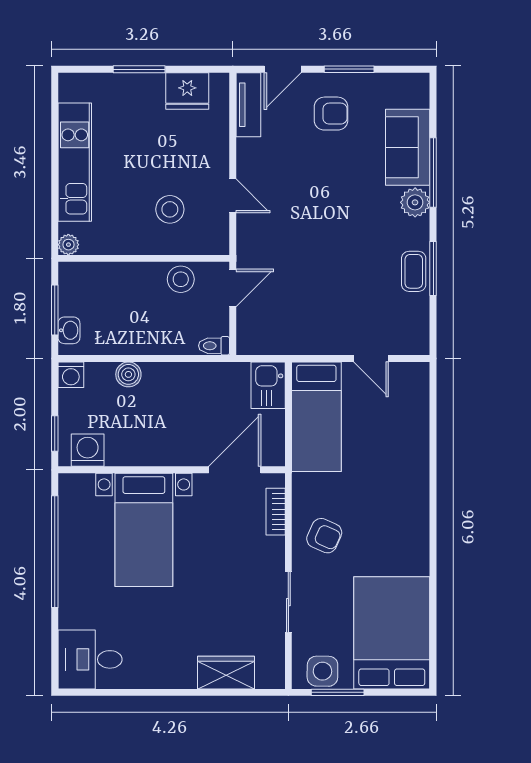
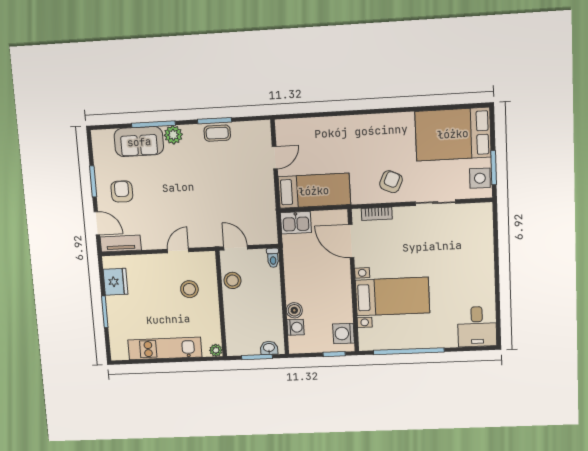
washing machine: (71, 375) -> (296, 327), moved
wardrobe: (226, 673) -> (483, 240), removed

